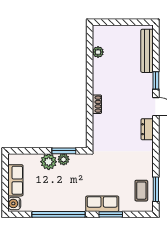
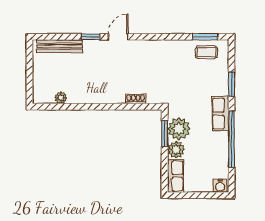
shoe rack: (97, 104) -> (136, 99), moved
dresser: (147, 129) -> (142, 46), removed
plant: (64, 159) -> (179, 129), width x1.87, depth x1.87
row of seats: (15, 180) -> (175, 176), moved, turned 90
row of seats: (102, 204) -> (220, 114), moved

